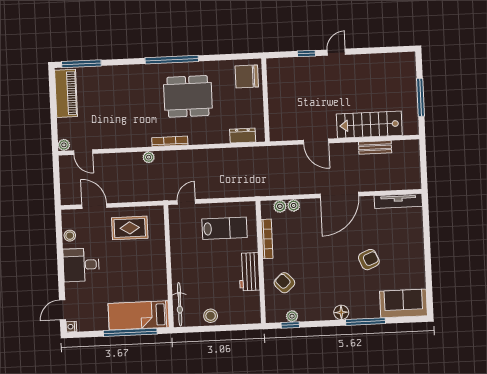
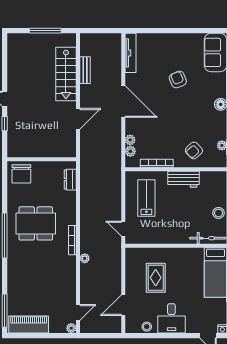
dining table: (188, 96) -> (36, 223), turned 90
rug: (130, 228) -> (156, 278), moved

